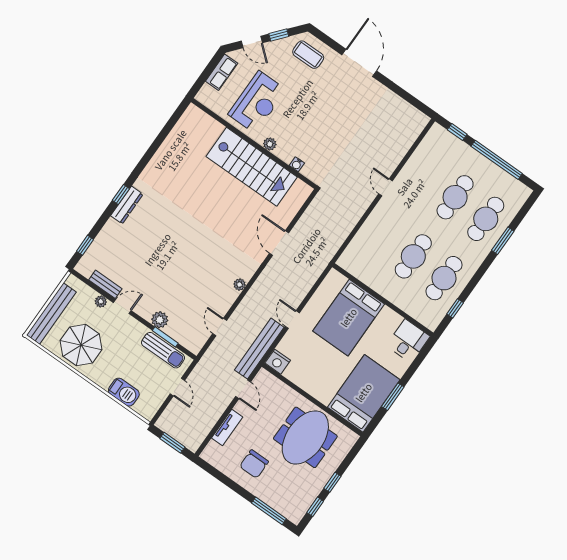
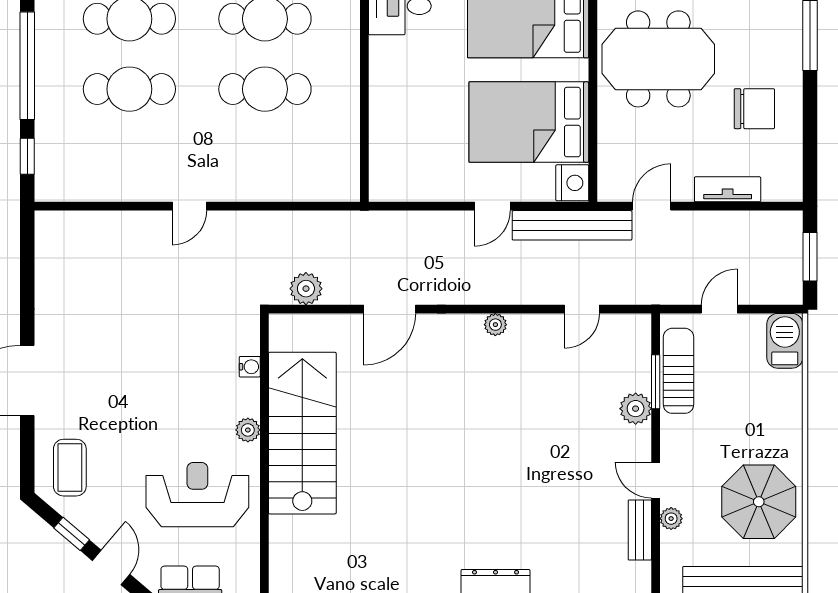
plant: (314, 213) -> (306, 289), added
bed: (349, 318) -> (529, 122), moved, turned 180
barbecue: (124, 392) -> (785, 341), moved

